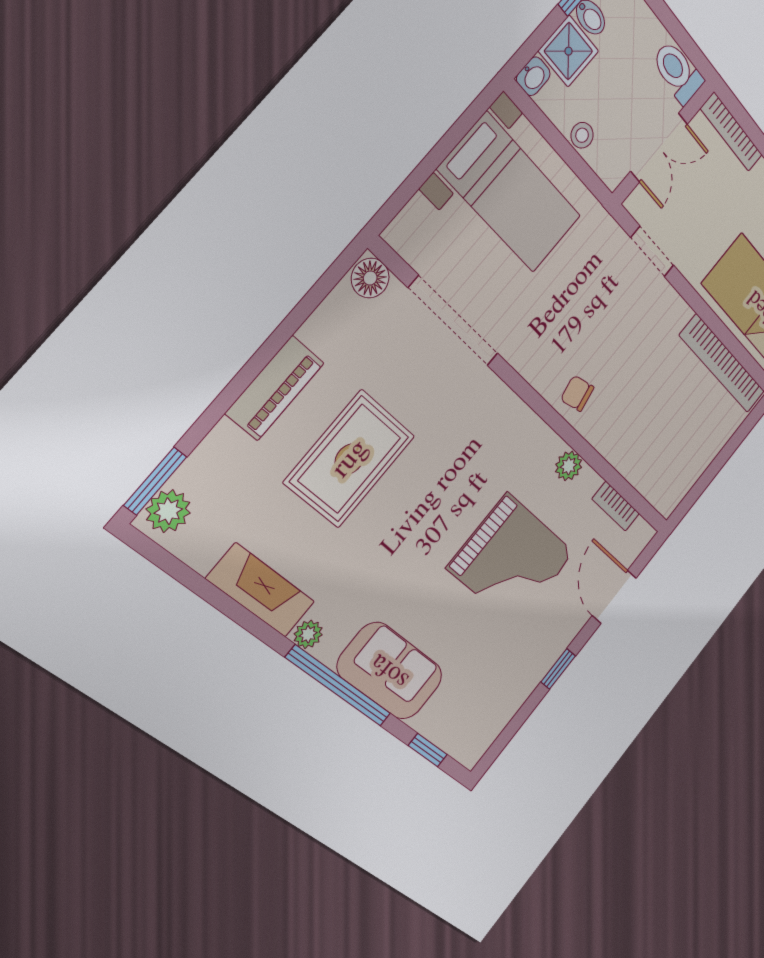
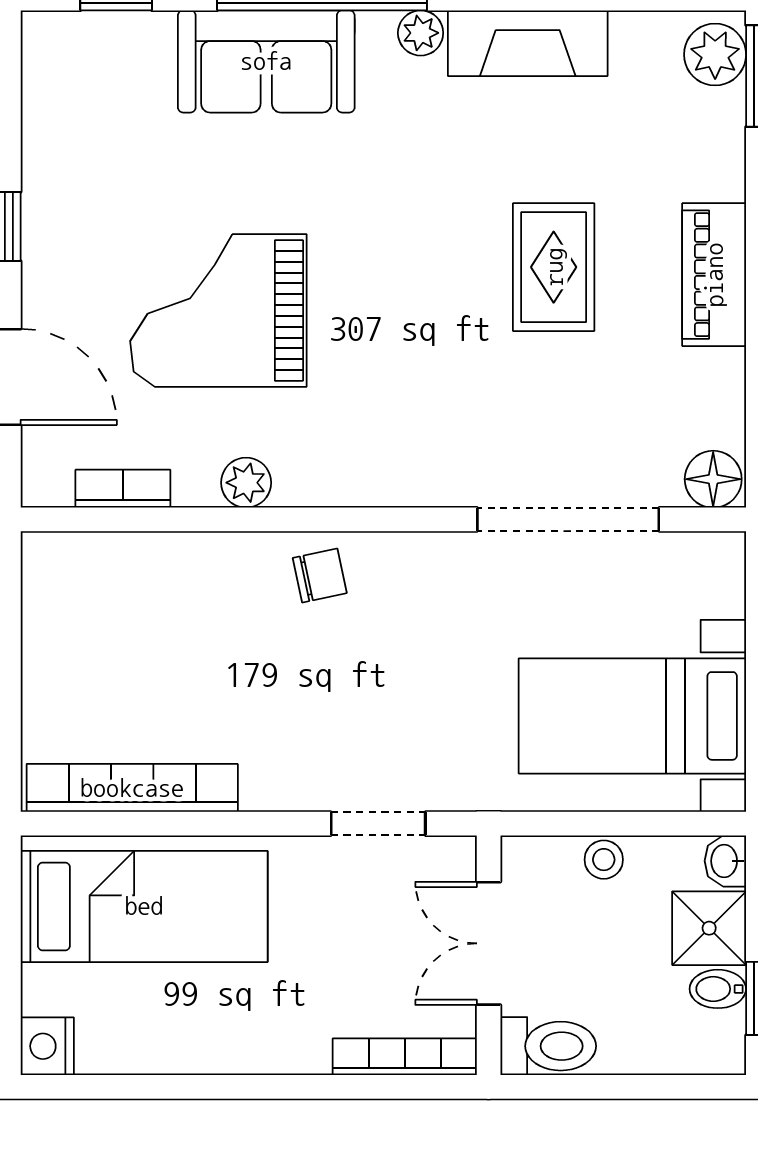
rug: (350, 459) -> (554, 267), width x0.73, depth x0.70

